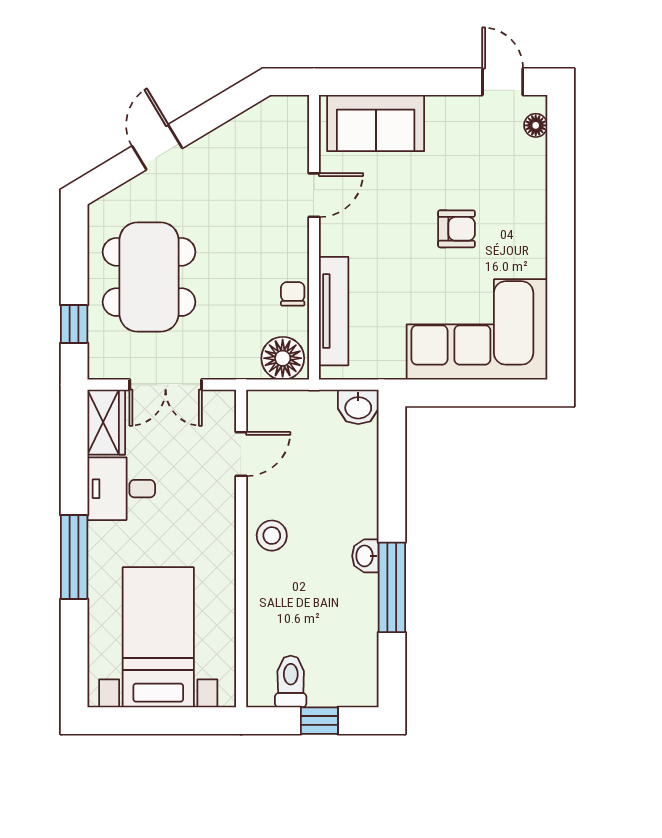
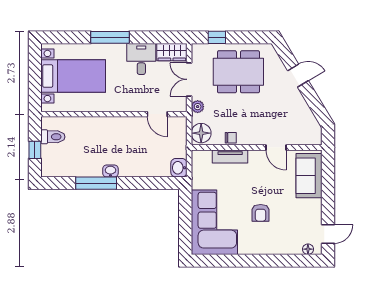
tv unit: (334, 311) -> (230, 156), width x0.71
plant: (225, 366) -> (198, 107), added
stool: (272, 536) -> (120, 128), removed

